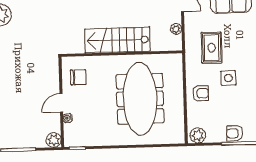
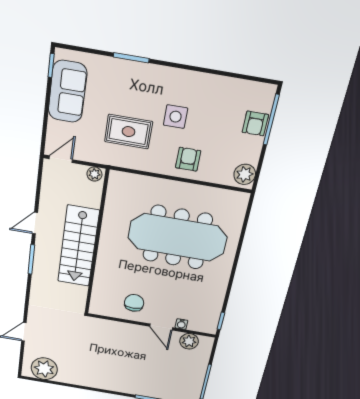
stairs: (117, 40) -> (78, 246), moved
wall: (122, 54) -> (96, 245), moved
plant: (54, 140) -> (189, 341), moved

